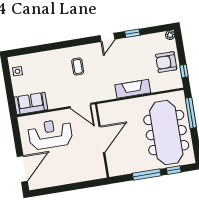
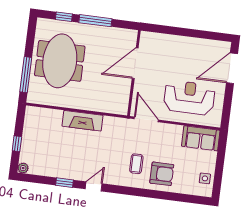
armchair: (166, 62) -> (162, 174), moved
window: (184, 71) -> (17, 144), moved
meeting table: (166, 133) -> (60, 61), width x0.73
reception desk: (50, 134) -> (189, 98), turned 180
door: (102, 139) -> (135, 63), moved

